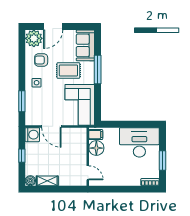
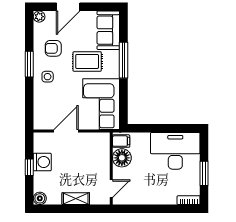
plant: (34, 38) -> (39, 17), width x0.53, depth x0.53
window: (22, 101) -> (29, 64), moved
door: (51, 126) -> (66, 131), swing flipped
washing machine: (32, 135) -> (42, 162), moved
door: (88, 173) -> (111, 189), hinge flipped
shelving: (47, 181) -> (76, 199), moved

